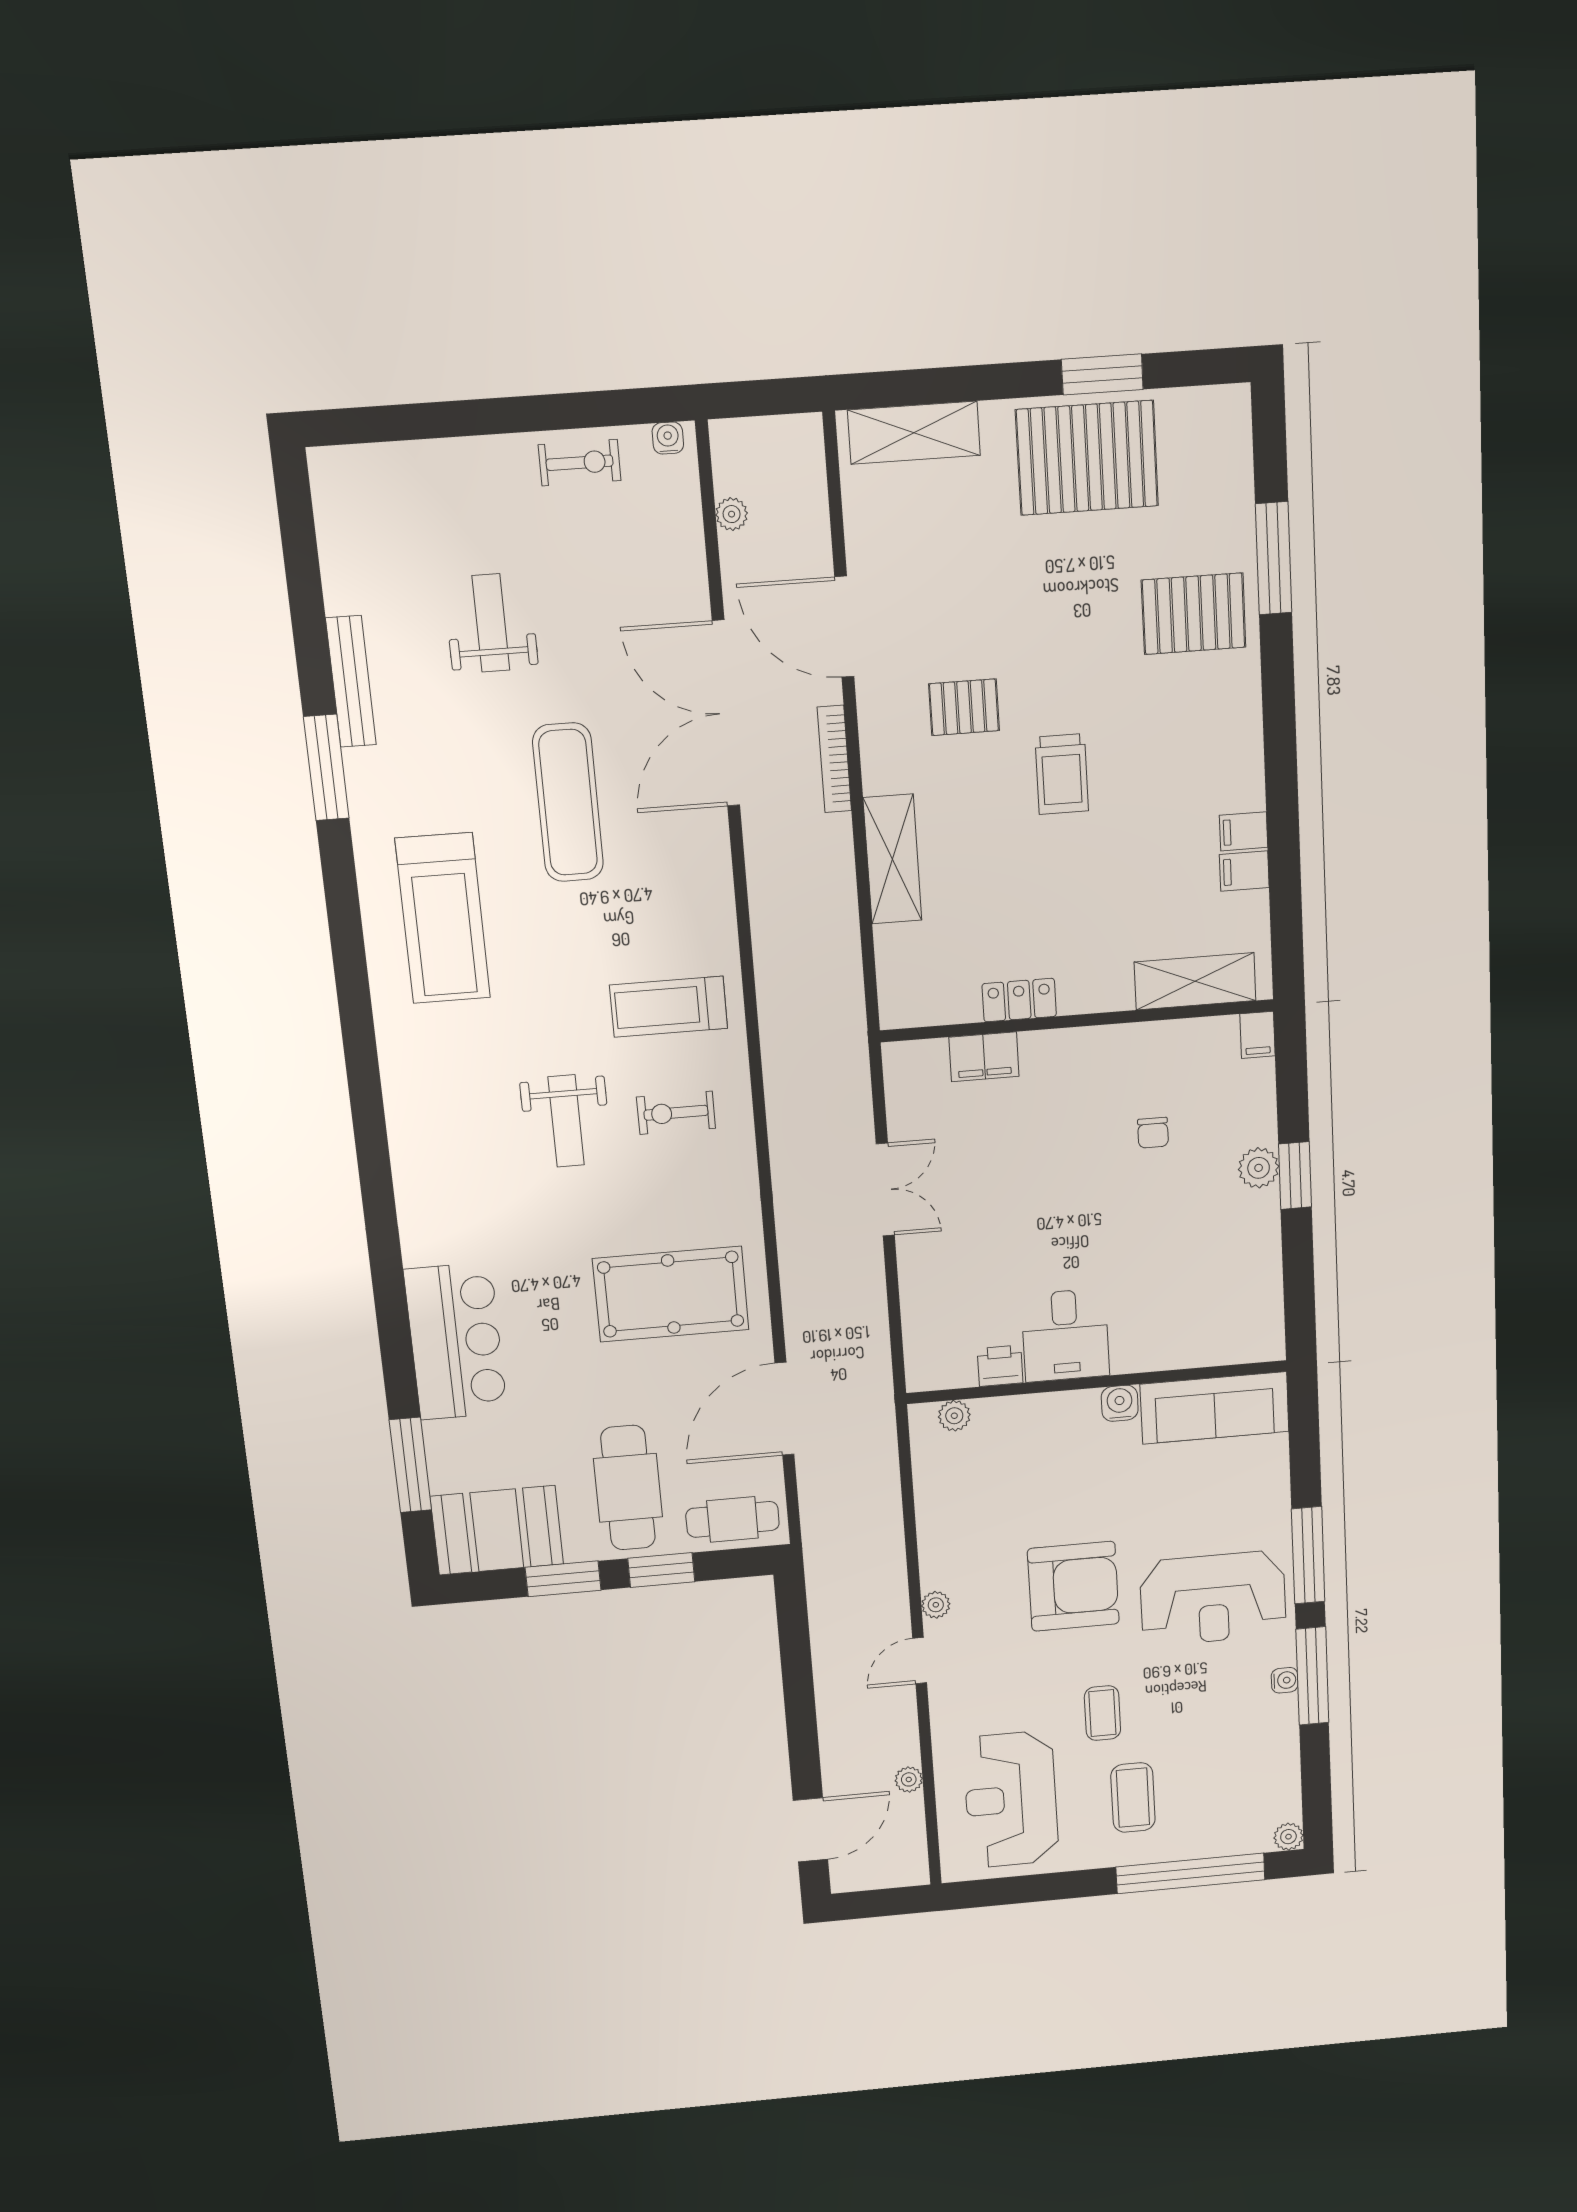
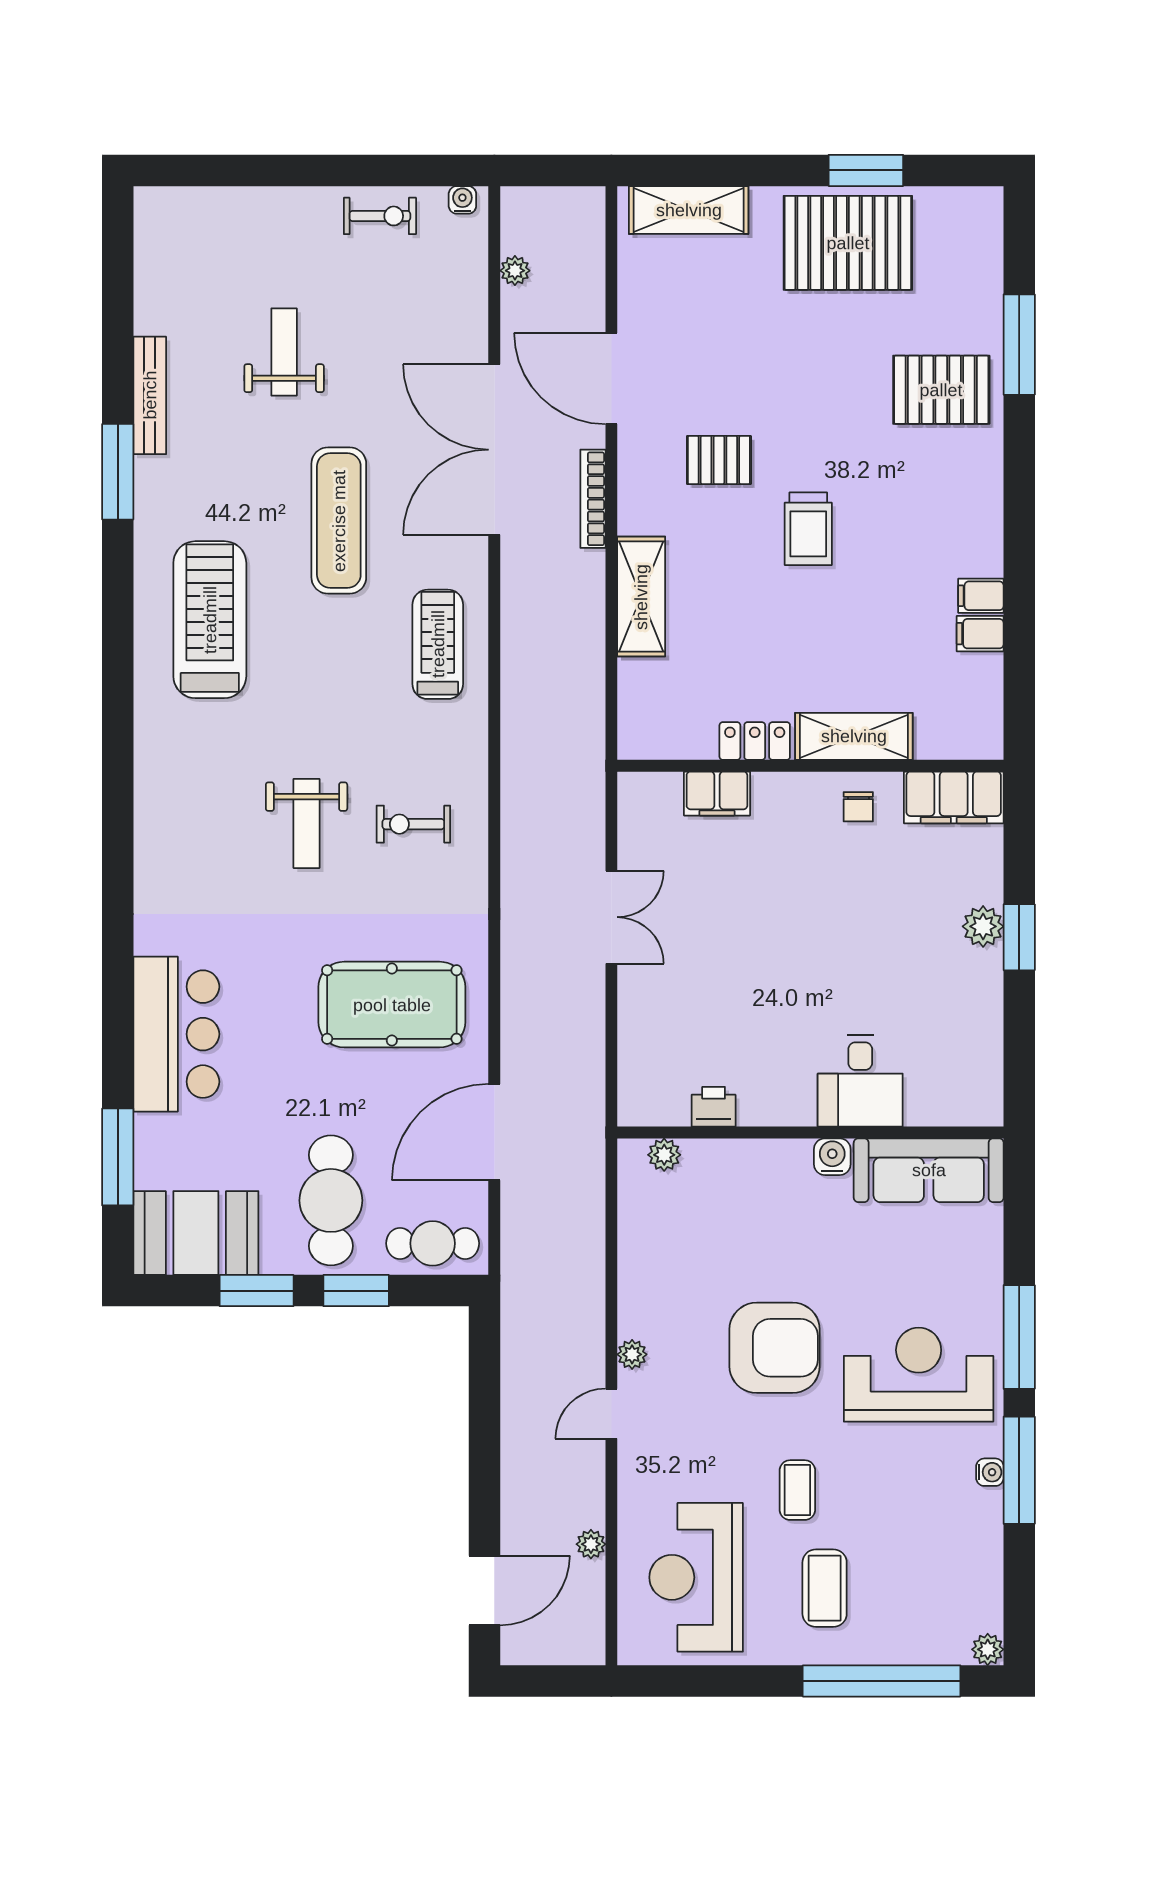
treadmill: (443, 918) -> (210, 620), turned 180
shelving: (1195, 981) -> (854, 736), moved
treadmill: (669, 1007) -> (438, 644), moved, turned 90
filing cabinet: (1258, 1035) -> (954, 797), width x3.00, depth x1.17
chair: (1153, 1133) -> (858, 807), moved
desk: (1065, 1335) -> (860, 1081), moved
reception desk: (1213, 1598) -> (919, 1375), turned 180

